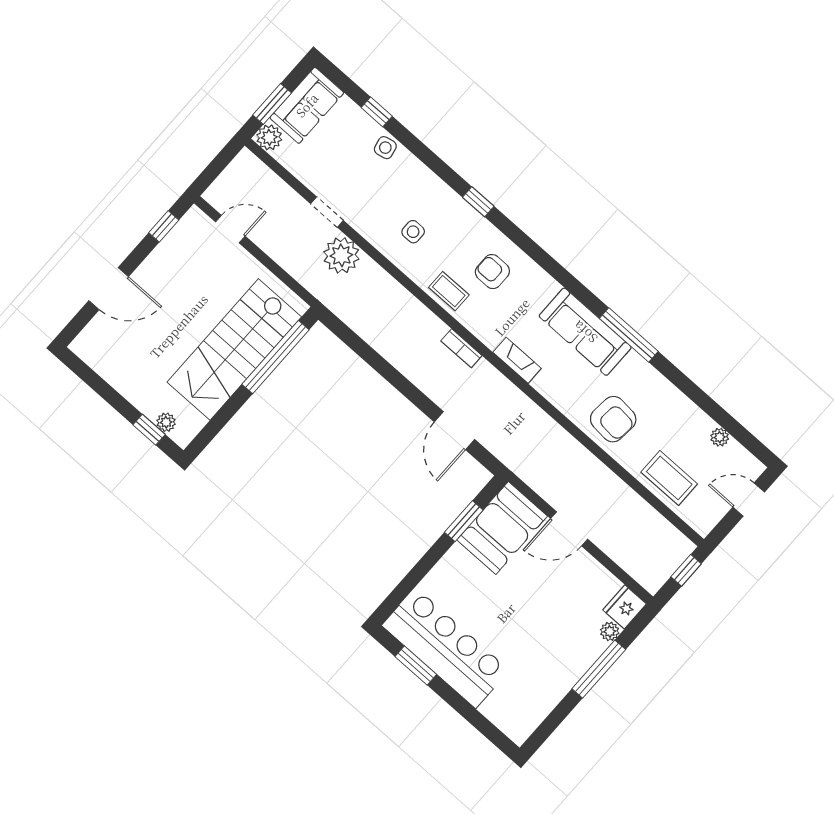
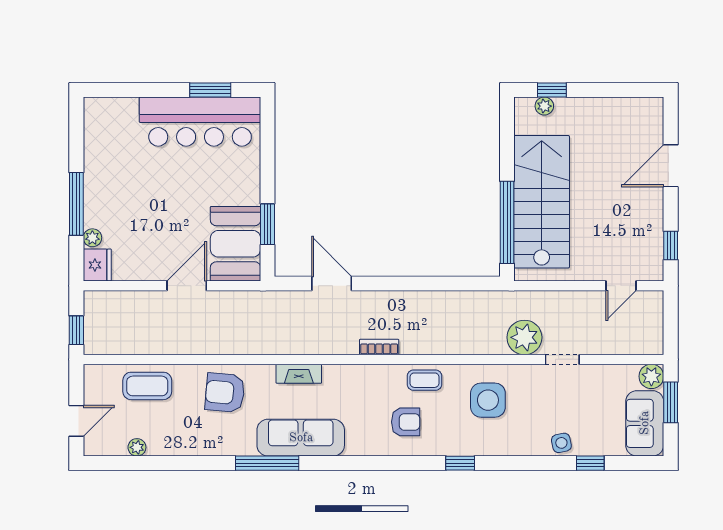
side table: (413, 232) -> (488, 400), width x1.87, depth x1.87
fireplace: (517, 360) -> (299, 374), moved

